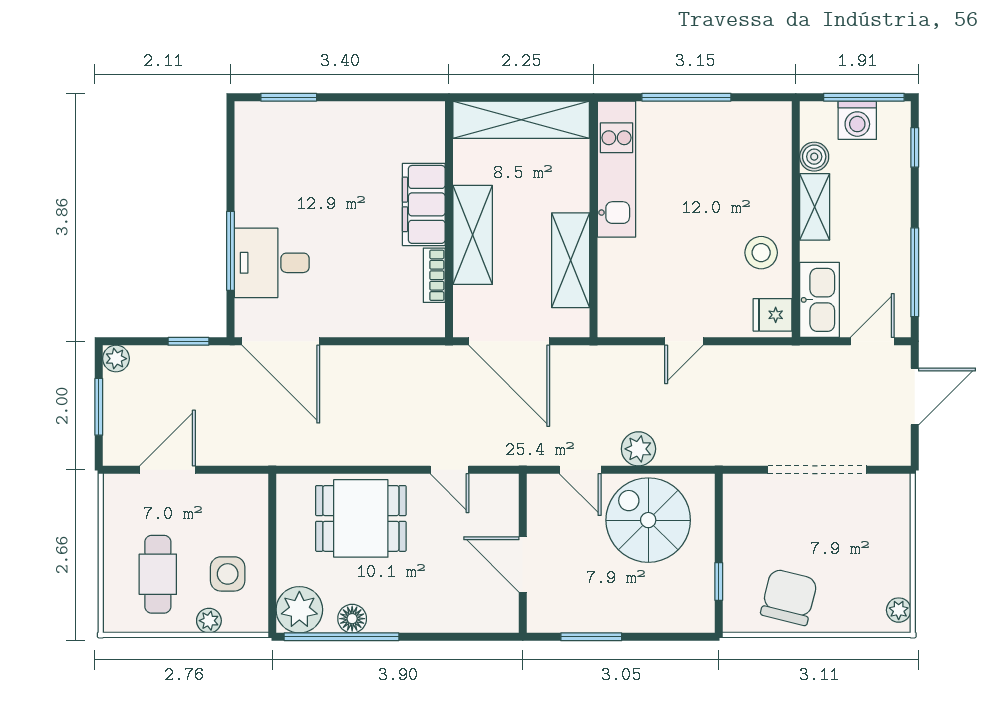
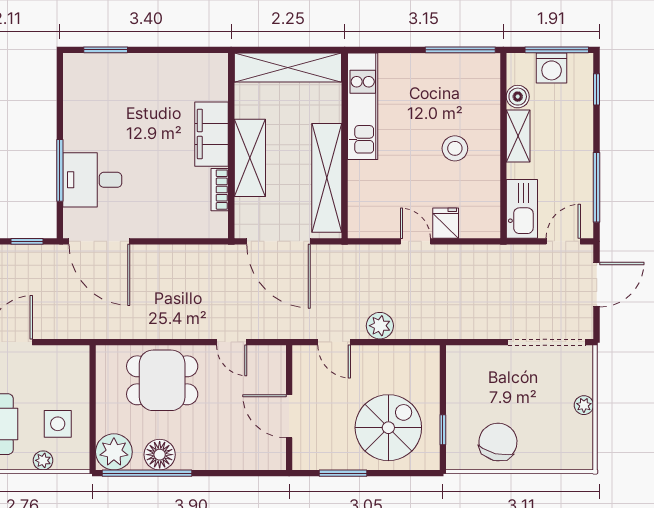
window: (686, 97) -> (460, 50), moved
stool: (761, 253) -> (455, 148), moved
shelving: (571, 260) -> (327, 178), width x1.47
fridge: (773, 315) -> (446, 223), moved, turned 90
door: (684, 341) -> (415, 241), swing flipped
doorway: (817, 470) -> (547, 342), moved
spiral stairs: (648, 520) -> (388, 428), moved, turned 90
plant: (899, 610) -> (584, 405), moved
floor lamp: (352, 619) -> (160, 455), width x1.38, depth x1.38

